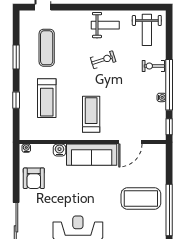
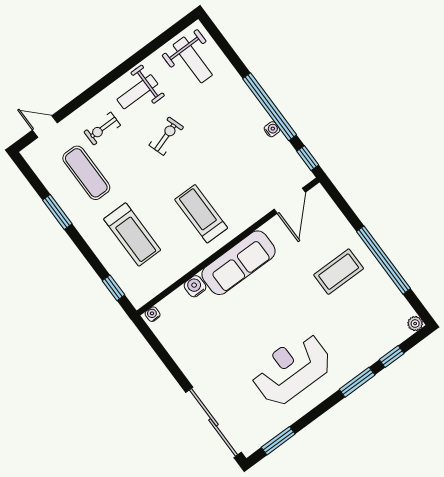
weight bench: (105, 25) -> (137, 92), turned 180
exercise bike: (153, 66) -> (102, 129), moved
window: (16, 100) -> (114, 288), moved
door: (130, 142) -> (290, 201), moved
armchair: (34, 178) -> (189, 344), removed
coffee table: (141, 199) -> (339, 272), width x0.73, depth x0.76

